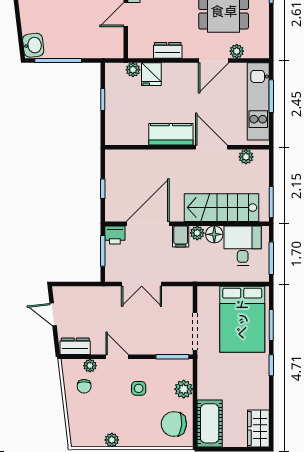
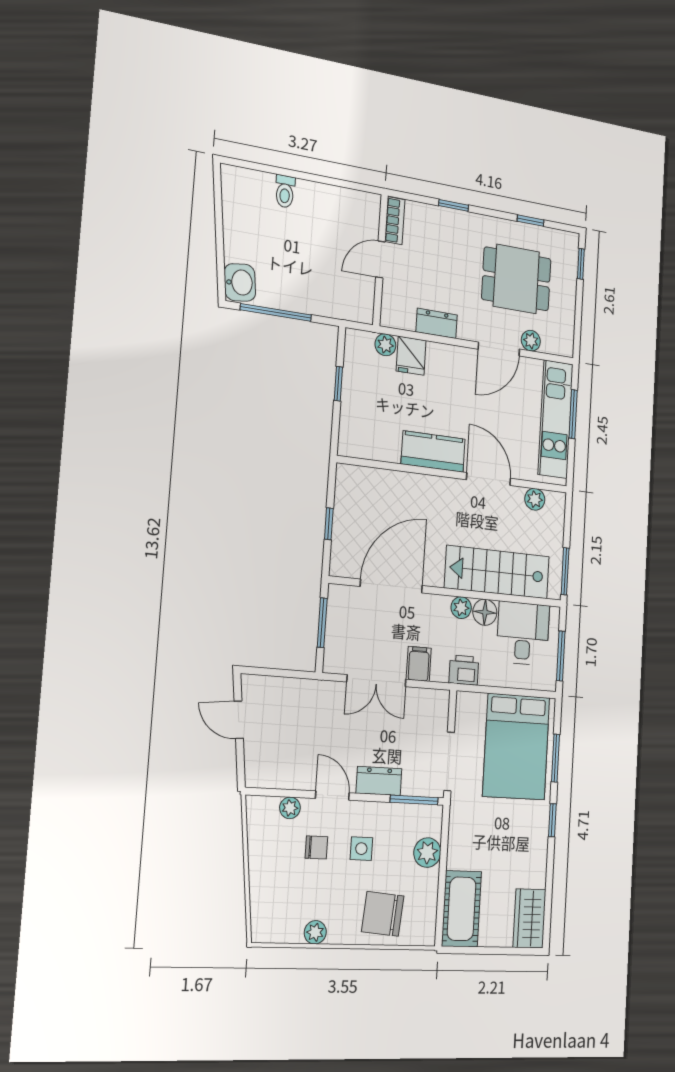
printer: (115, 235) -> (464, 670), moved, turned 180
filing cabinet: (181, 236) -> (419, 664), moved, turned 180
dresser: (75, 346) -> (379, 781), moved
chair: (84, 386) -> (316, 847), moved, turned -90
chair: (174, 424) -> (383, 914), moved

